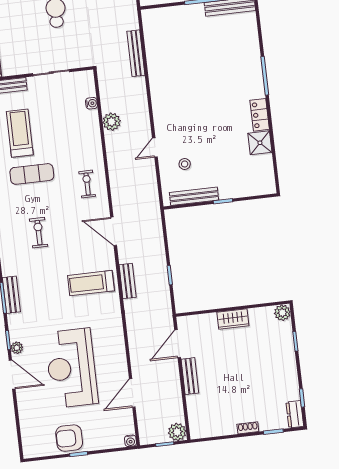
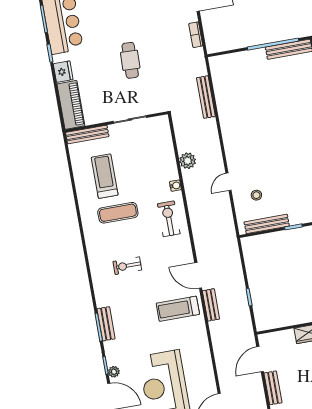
water cooler: (91, 103) -> (175, 186), moved
exercise bike: (87, 184) -> (169, 219), width x1.38, depth x1.39
door: (114, 231) -> (198, 275), moved
exercise bike: (39, 233) -> (127, 266), turned -90

